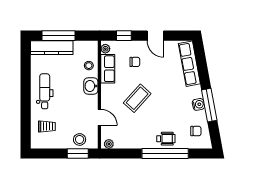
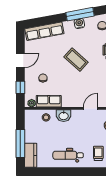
kitchen counter: (52, 48) -> (31, 155), width x0.67
coffee table: (137, 98) -> (76, 60), moved

